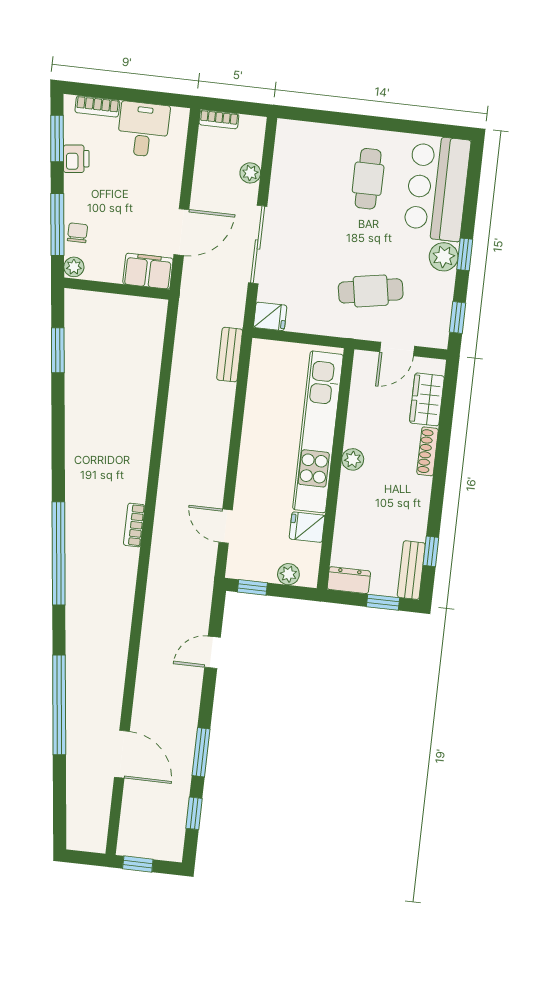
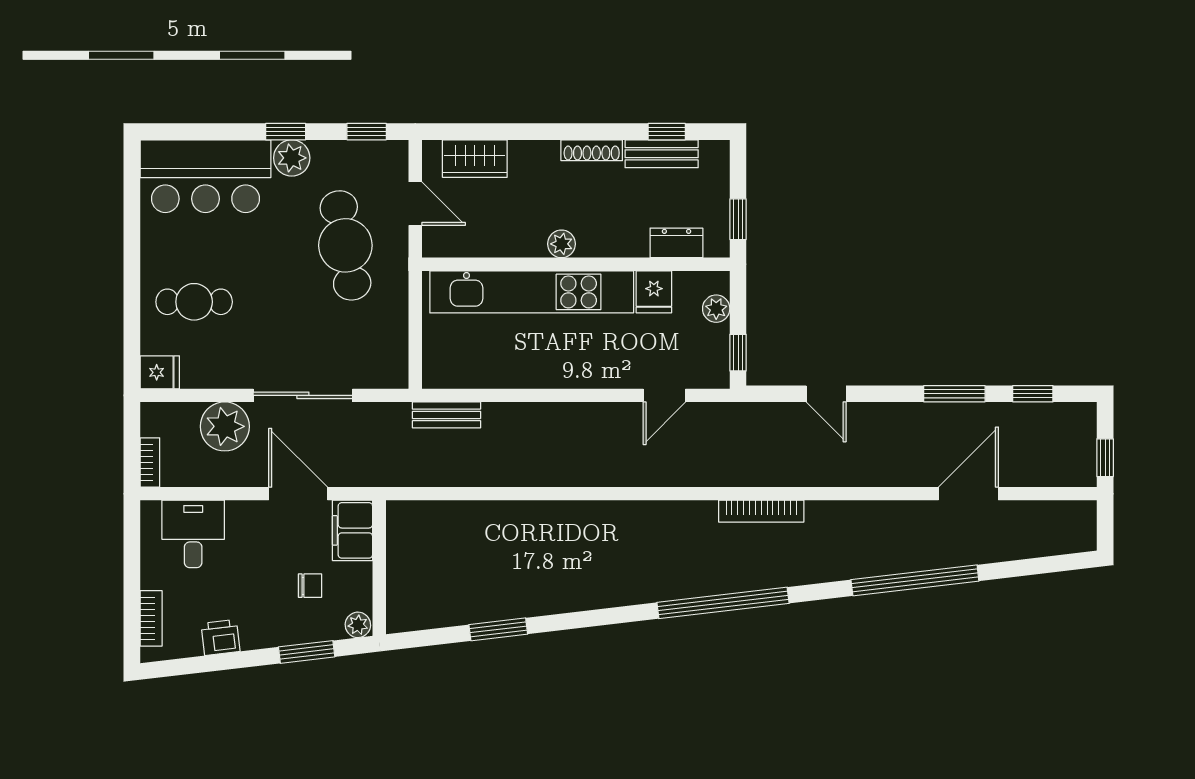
desk: (143, 129) -> (193, 534), moved, turned 90
window: (57, 138) -> (198, 665), removed
plant: (250, 173) -> (225, 426), width x1.87, depth x1.87
cafe table: (368, 179) -> (194, 302), moved
window: (57, 225) -> (307, 652), width x0.69
chair: (78, 233) -> (310, 586), moved, turned 180
cafe table: (371, 291) -> (345, 245), width x1.37, depth x1.35
fridge: (270, 316) -> (160, 372), moved, turned 90
window: (58, 350) -> (498, 629), moved
shoe rack: (428, 451) -> (592, 150), moved
bookcase: (134, 525) -> (761, 511), moved, width x1.56
bench: (411, 570) -> (662, 154), moved
dresser: (349, 580) -> (676, 243), moved, turned 90
window: (383, 602) -> (738, 219), moved

